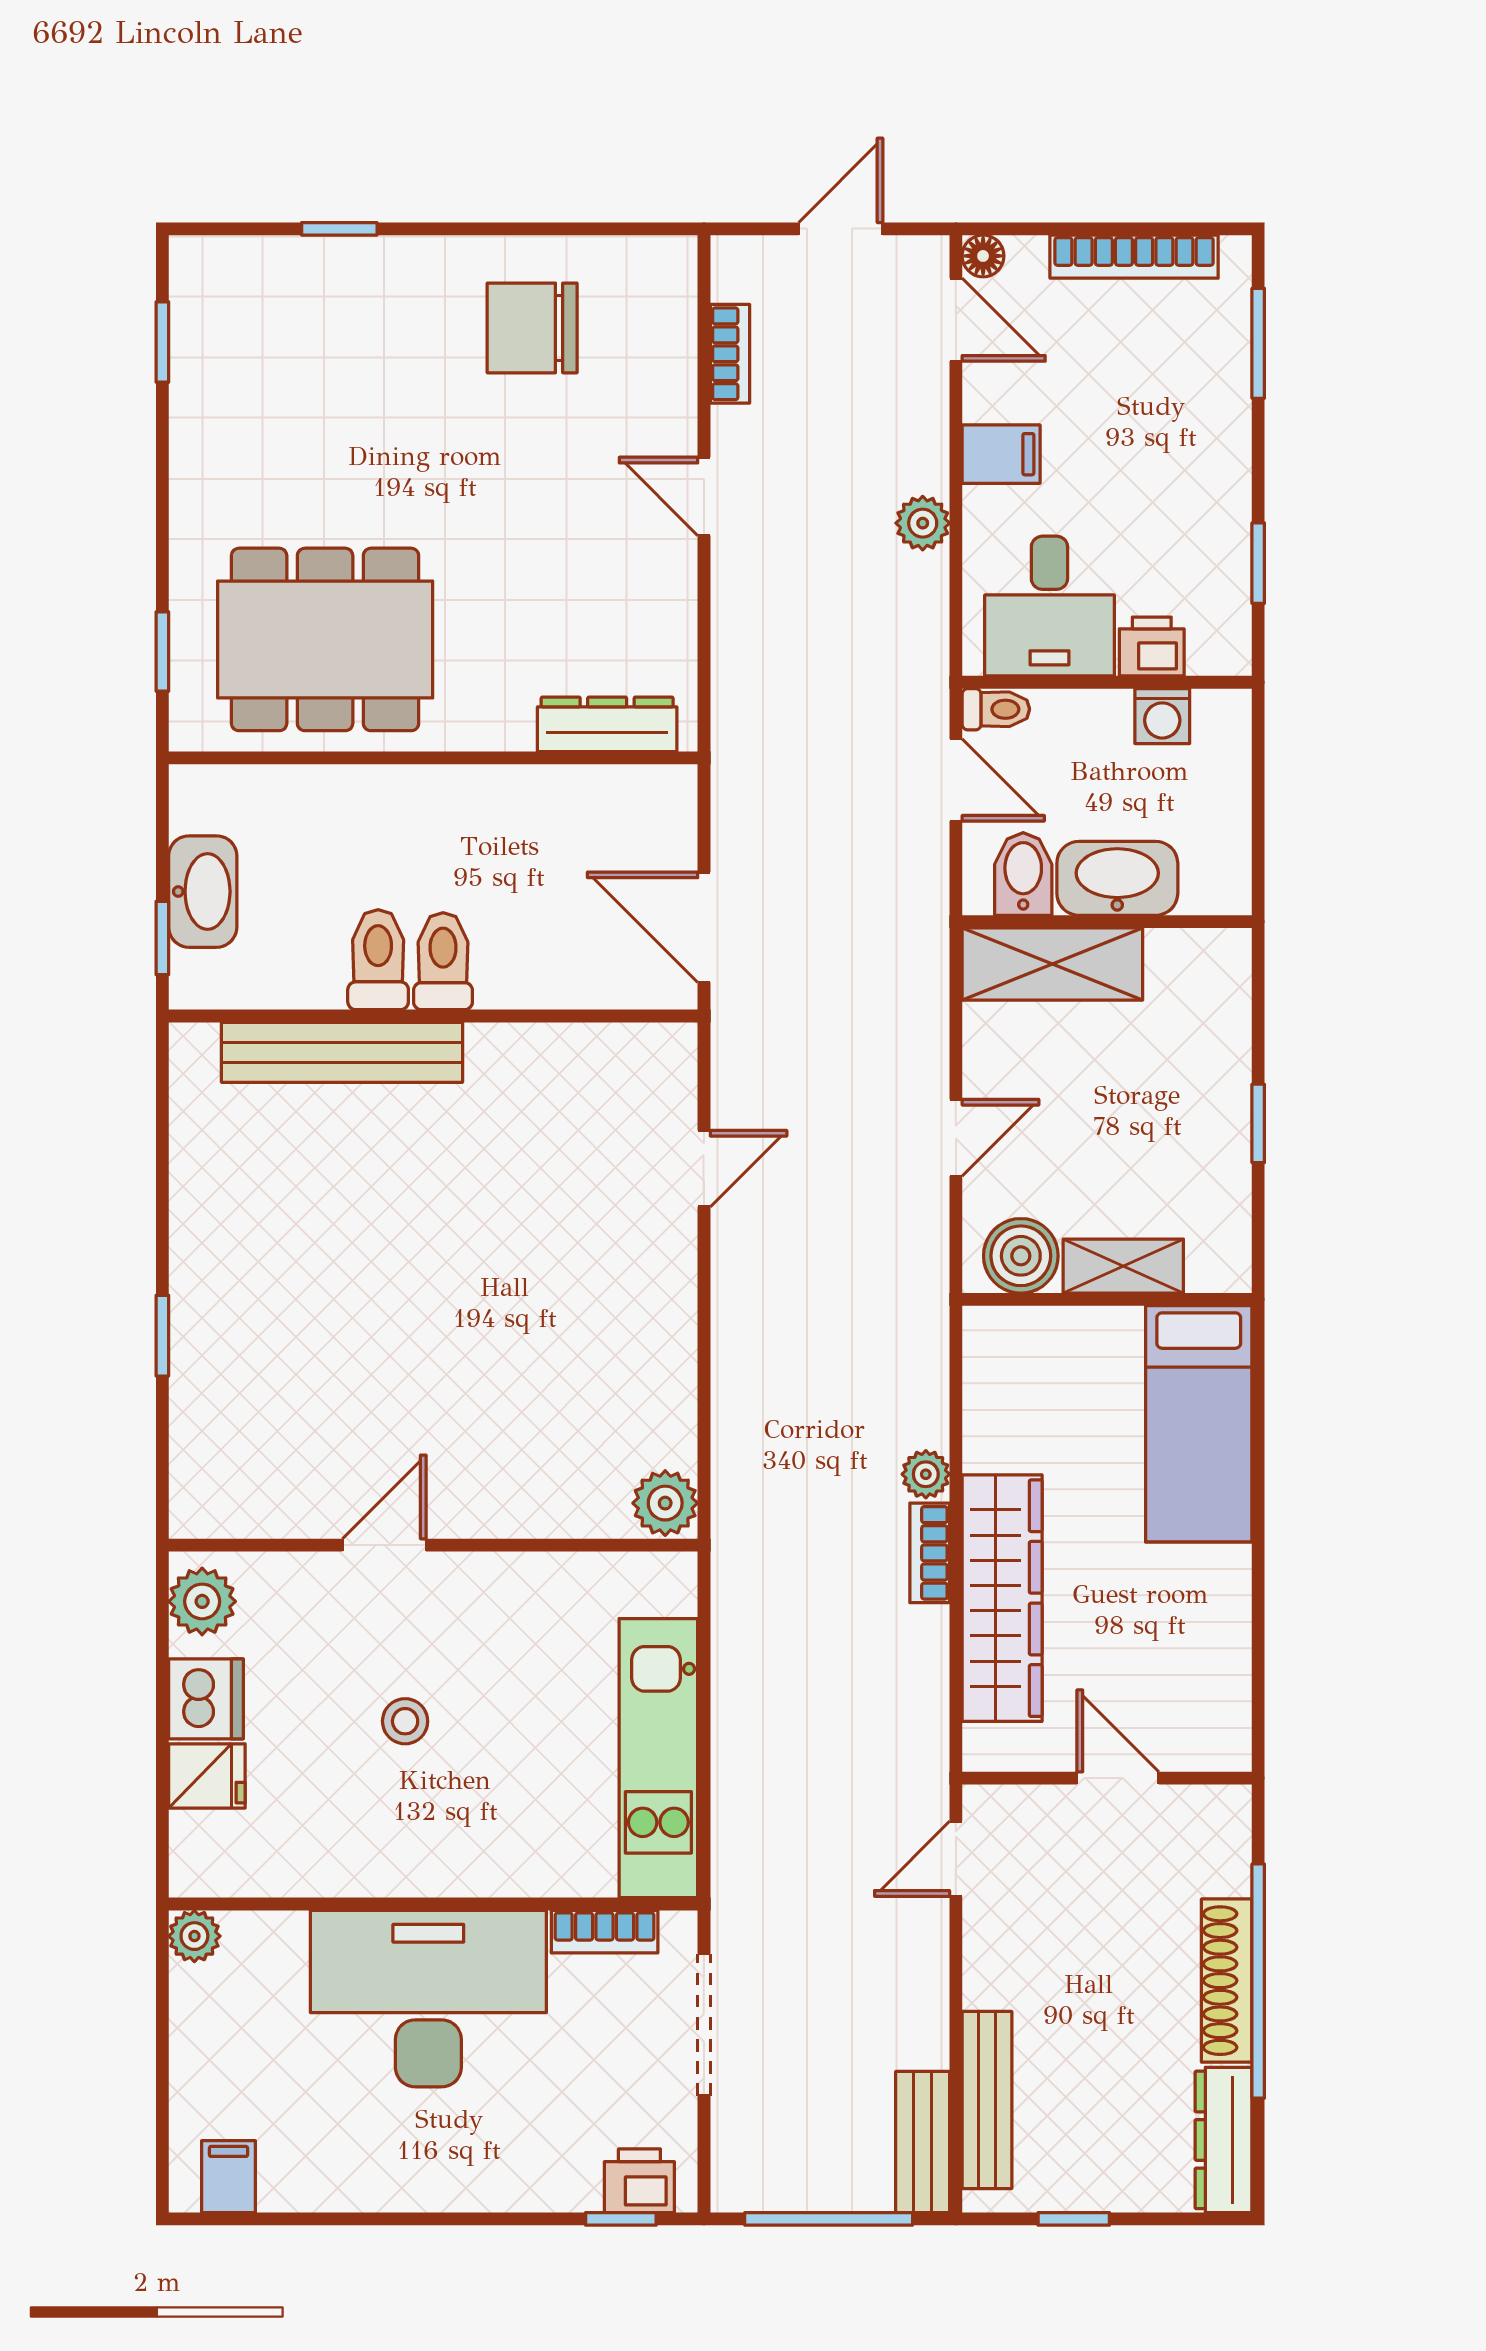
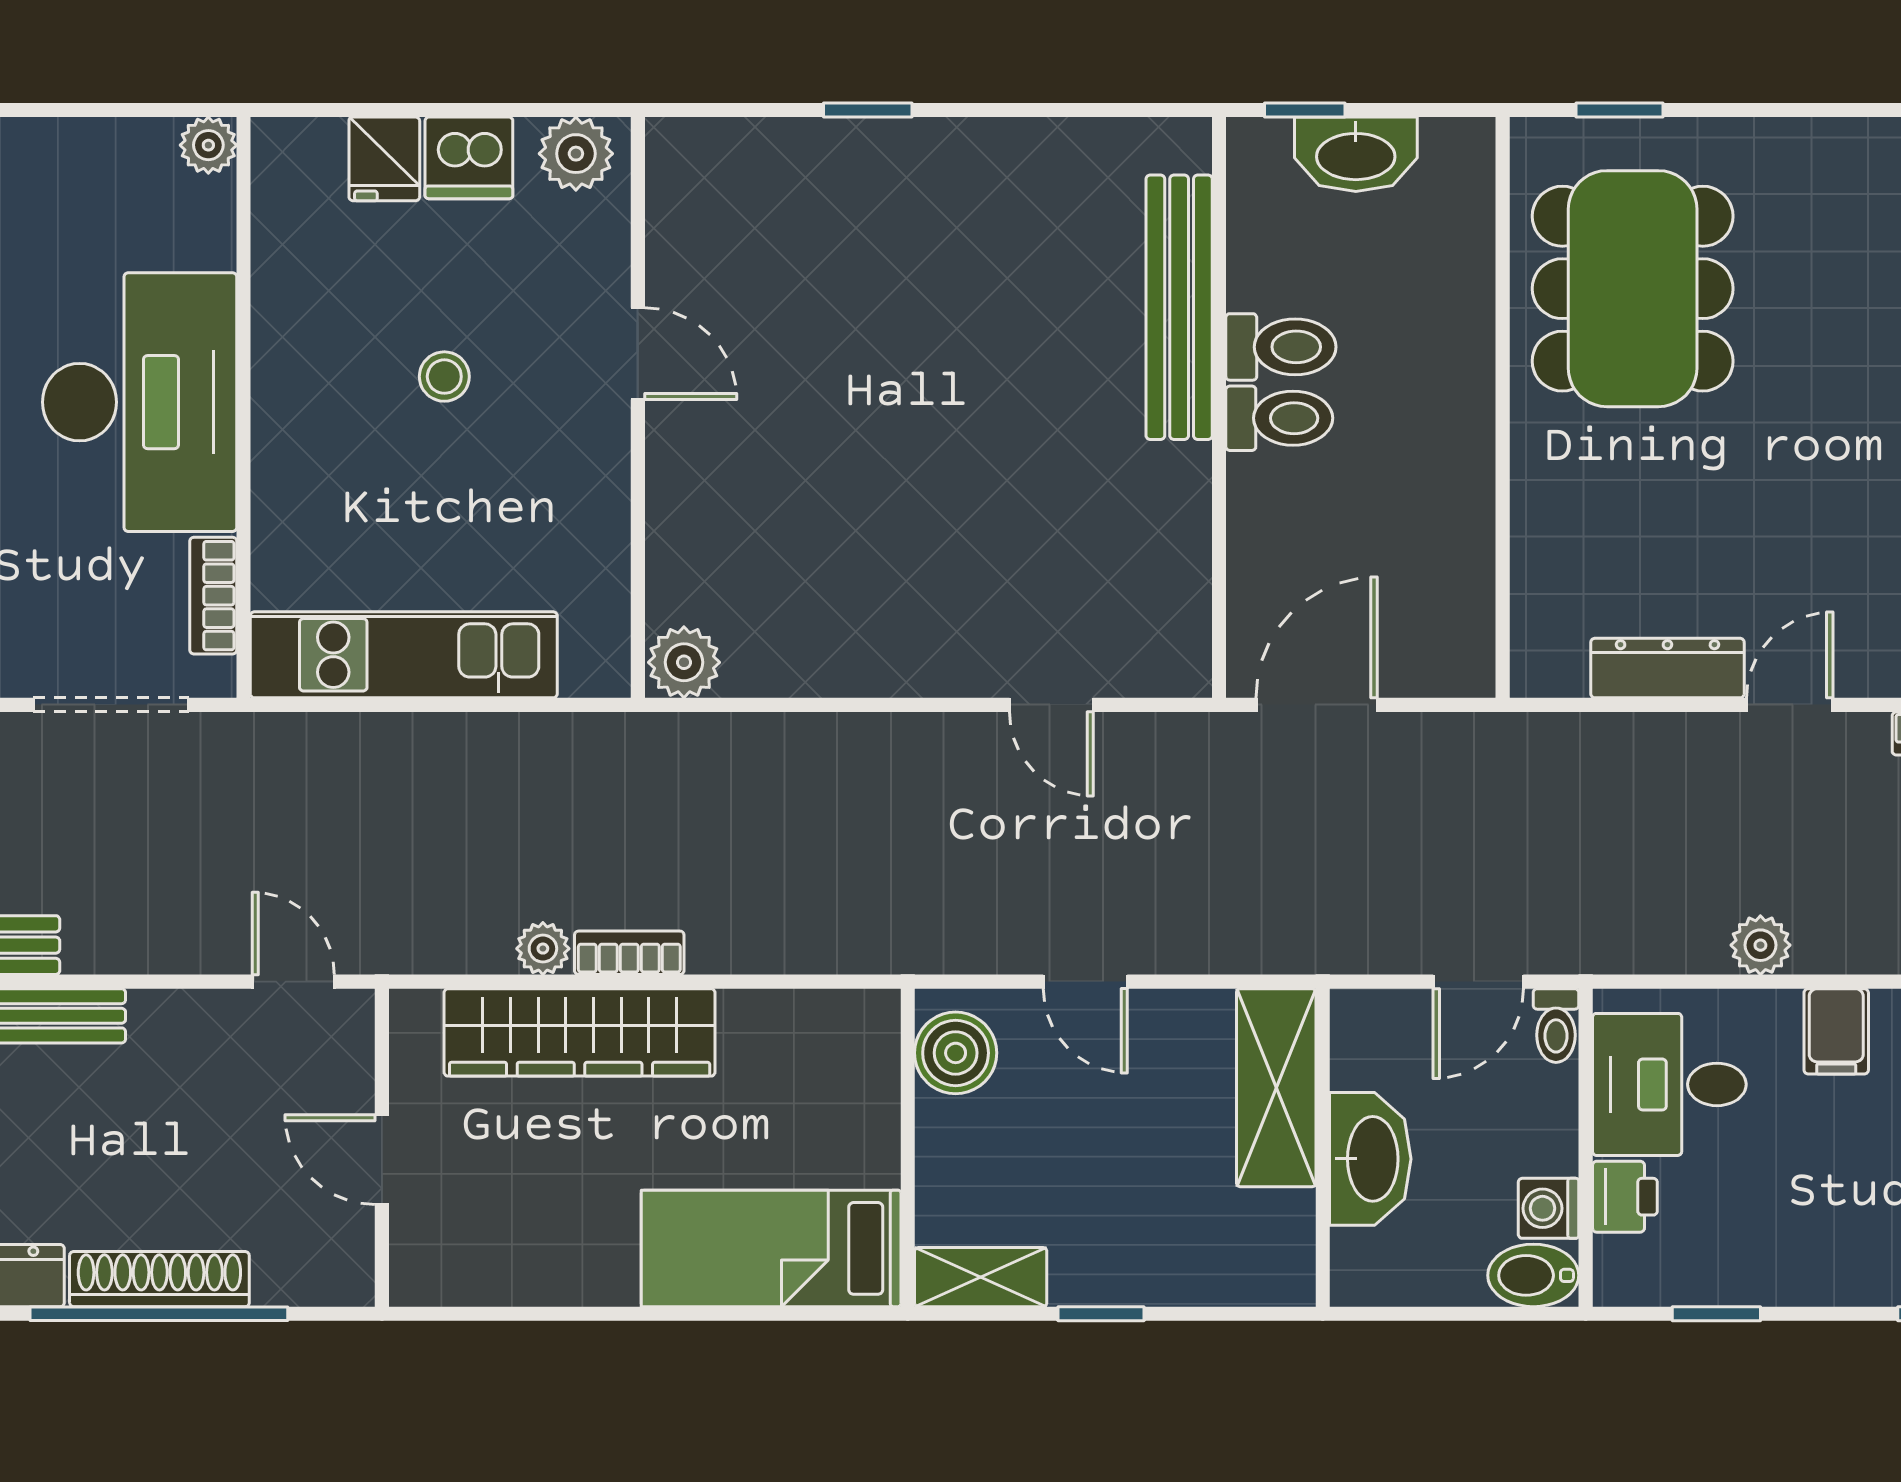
dresser: (607, 724) -> (1667, 668), moved, turned -90
bidet: (1023, 874) -> (1533, 1275), moved, turned 180
shelving: (1123, 1266) -> (981, 1277), moved, turned 90
plant: (926, 1474) -> (543, 949), moved
door: (1118, 1778) -> (382, 1160), swing flipped

